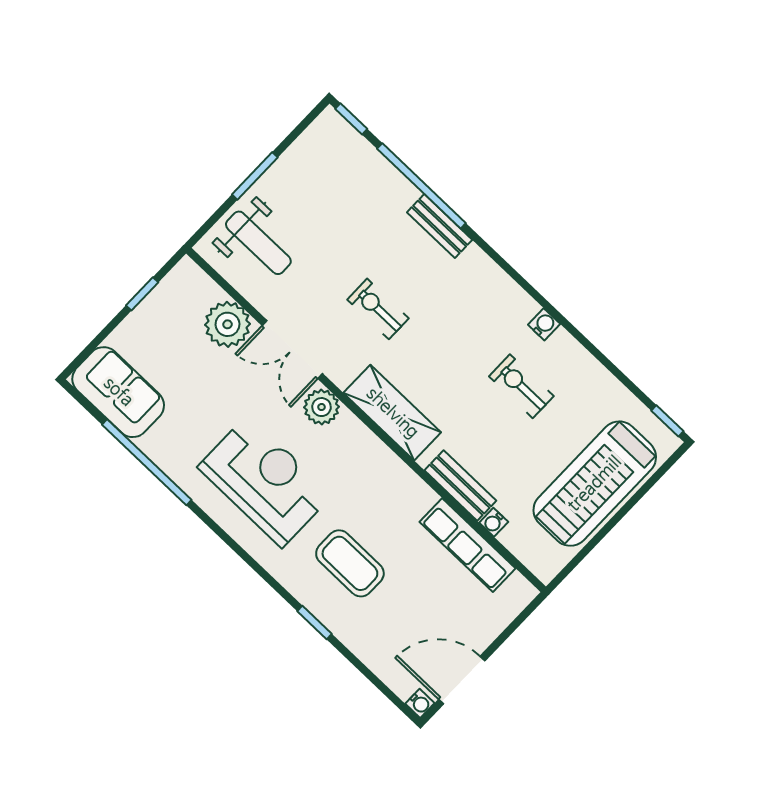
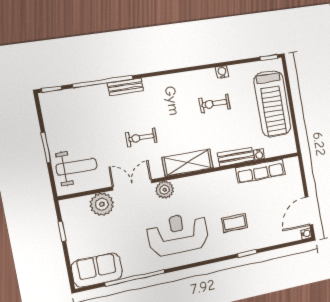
water cooler: (544, 324) -> (222, 72), moved
double door: (292, 350) -> (132, 185), swing flipped
coffee table: (350, 563) -> (235, 223), width x0.73, depth x0.77

